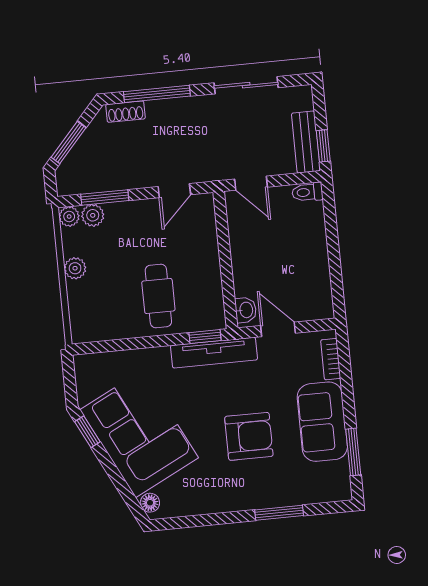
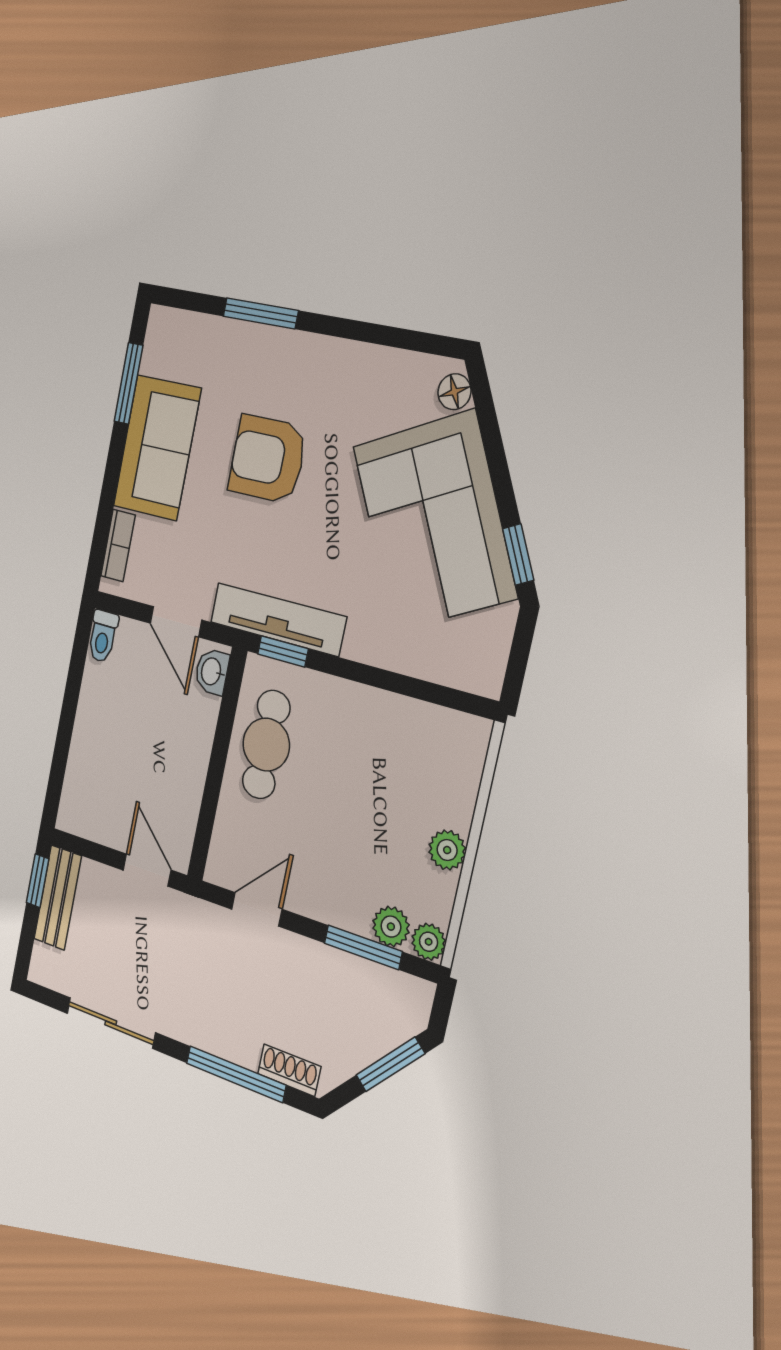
toilet: (307, 192) -> (103, 636), moved, turned 90
cafe table: (158, 296) -> (266, 745), moved

